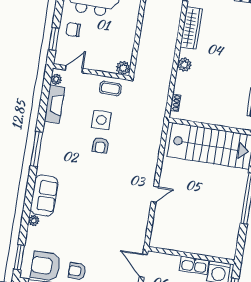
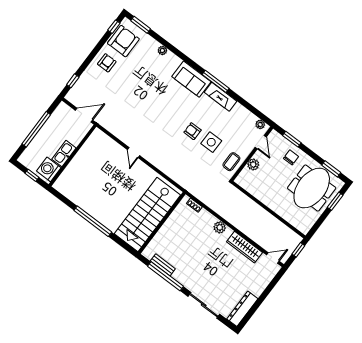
plant: (123, 68) -> (253, 164), moved
fireplace: (55, 104) -> (221, 97), moved
sofa: (44, 195) -> (191, 79), moved

